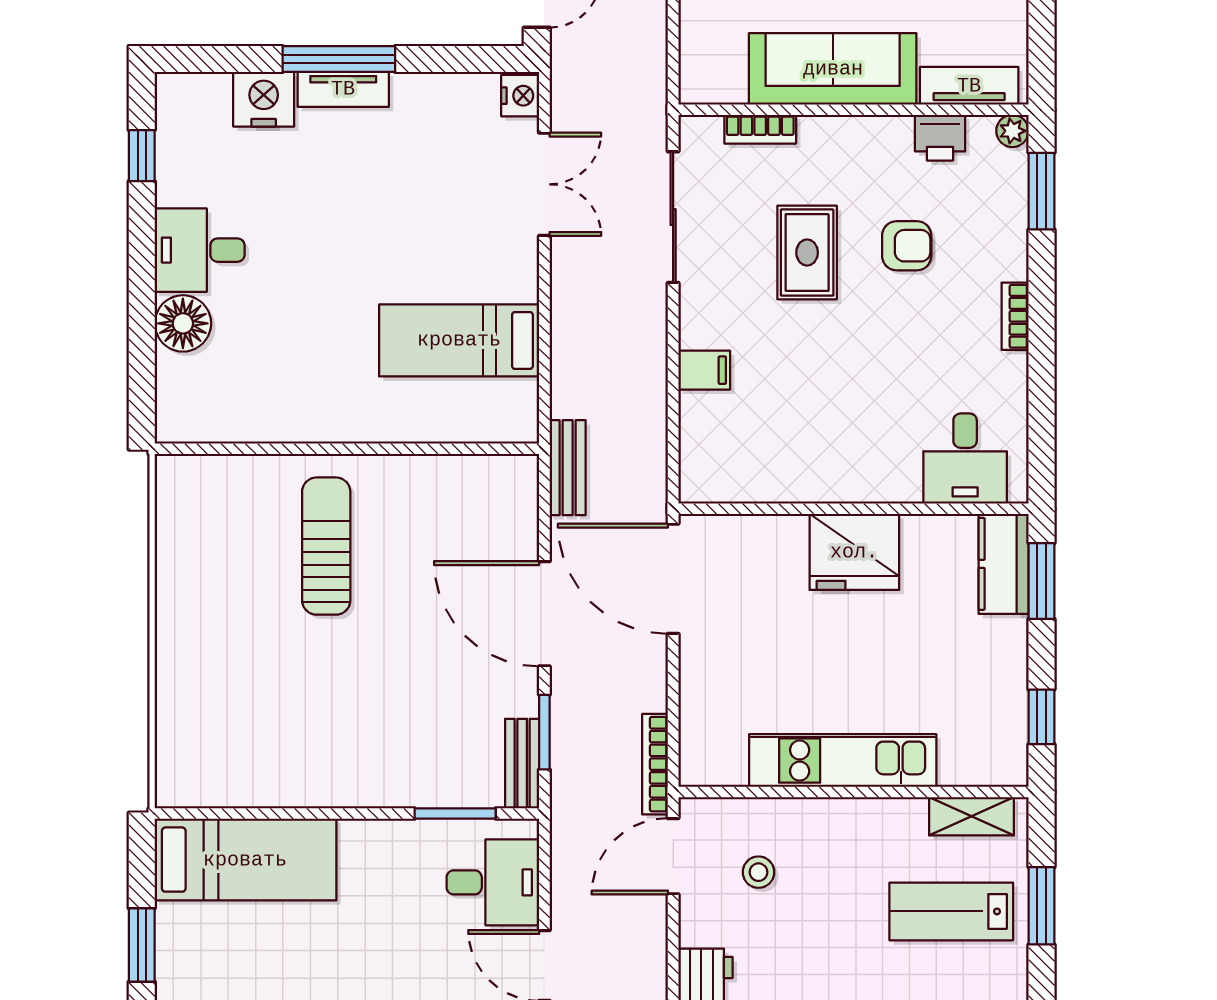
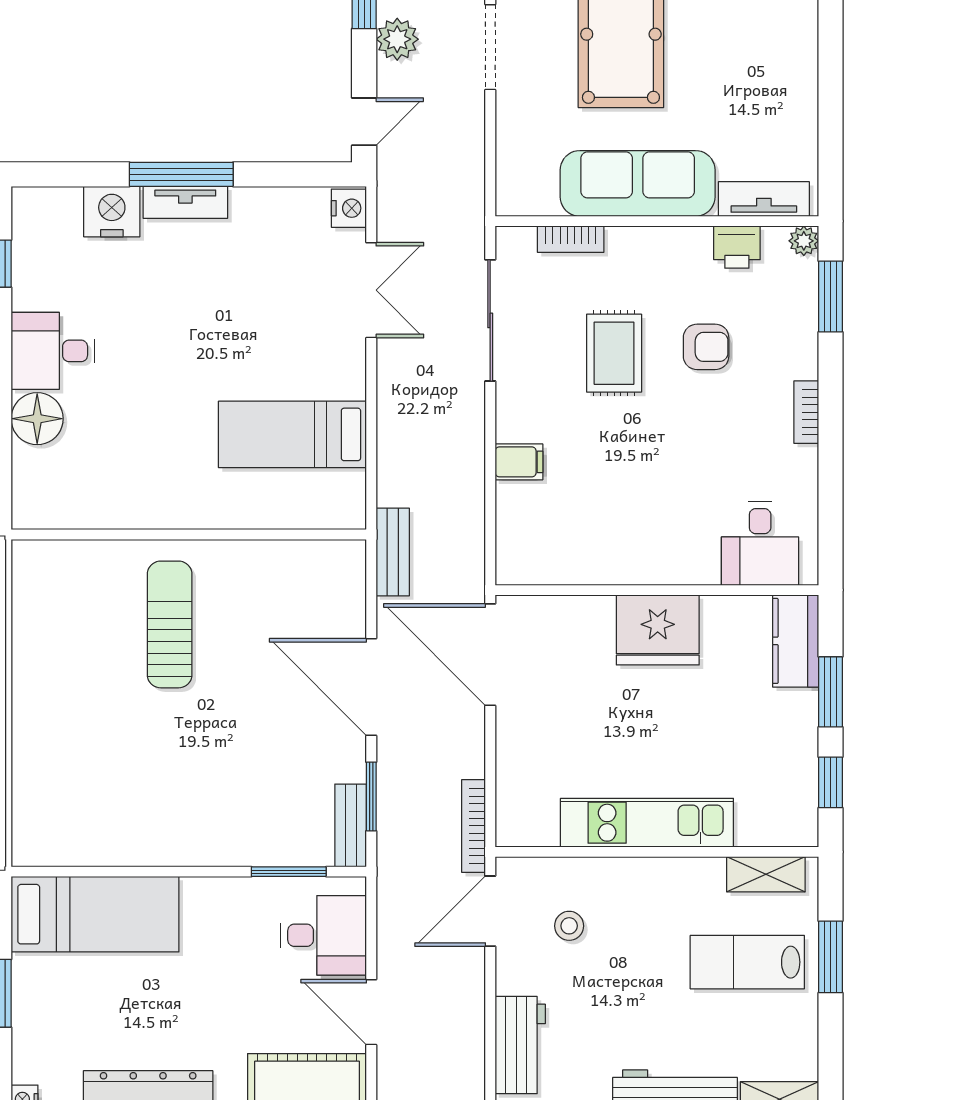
window: (1041, 581) -> (831, 692), moved

